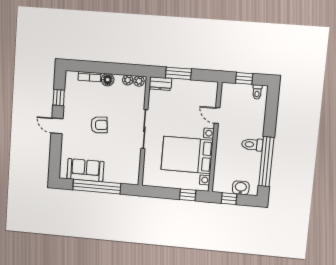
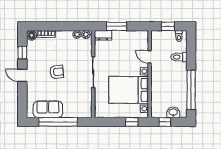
floor lamp: (108, 80) -> (32, 35), moved
toilet: (252, 145) -> (179, 57), moved

